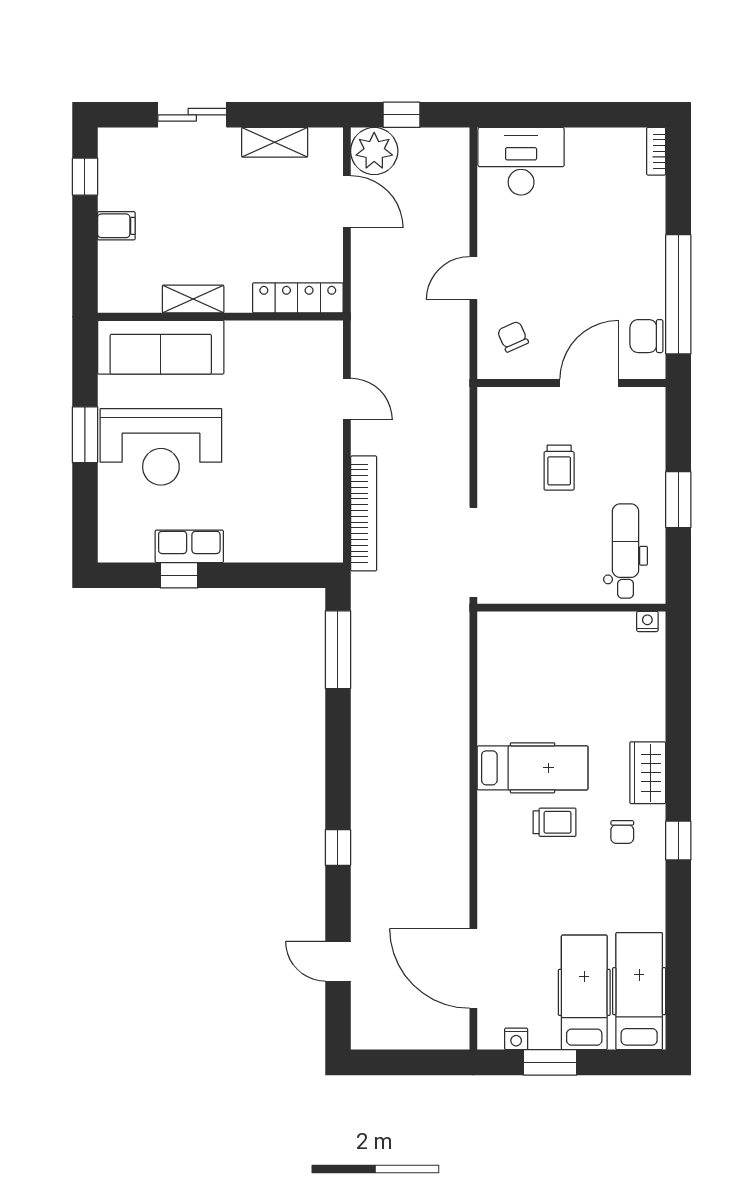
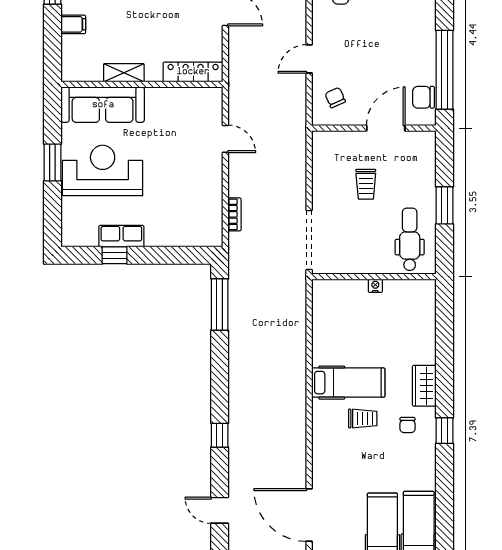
reception desk: (161, 447) -> (103, 170), turned 180
bookcase: (364, 513) -> (235, 214), width x0.43, depth x0.76
nightstand: (647, 621) -> (375, 286), moved

